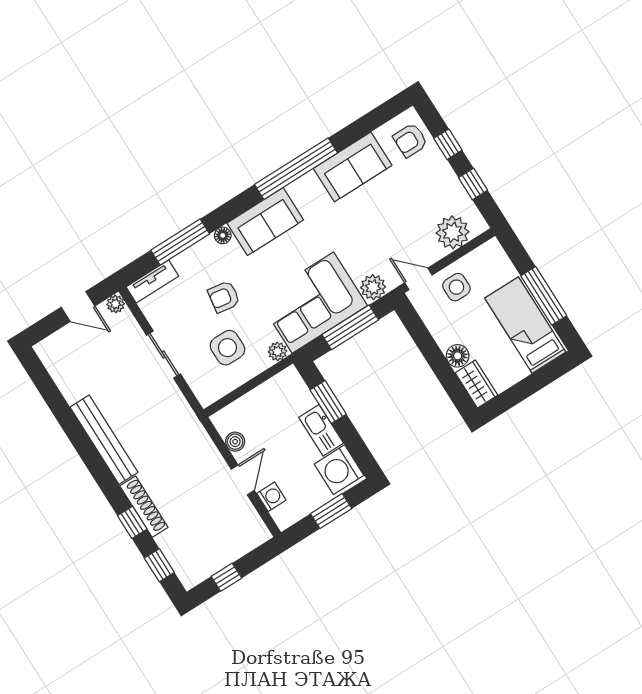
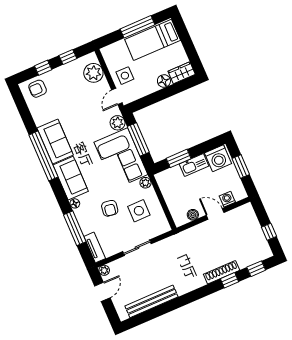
armchair: (410, 140) -> (38, 89), turned 90
sofa: (353, 167) -> (55, 142), moved
bench: (104, 440) -> (151, 301), moved

